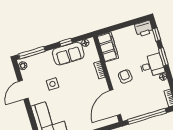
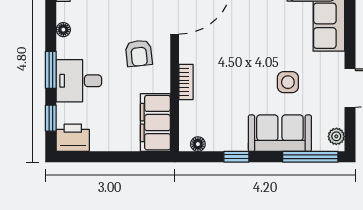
sofa: (68, 54) -> (280, 133), moved
desk: (152, 65) -> (79, 81), moved

